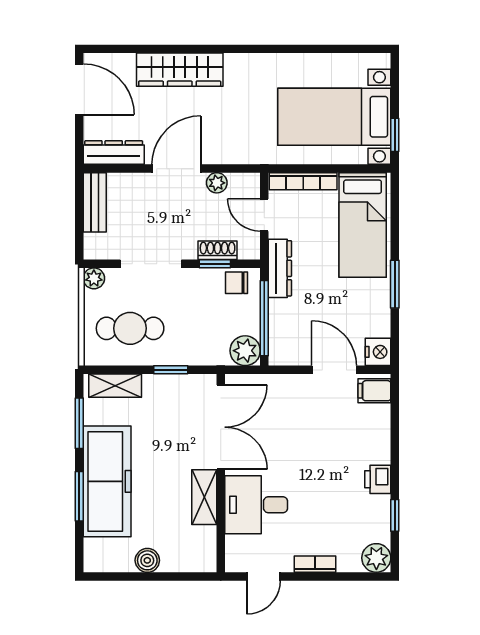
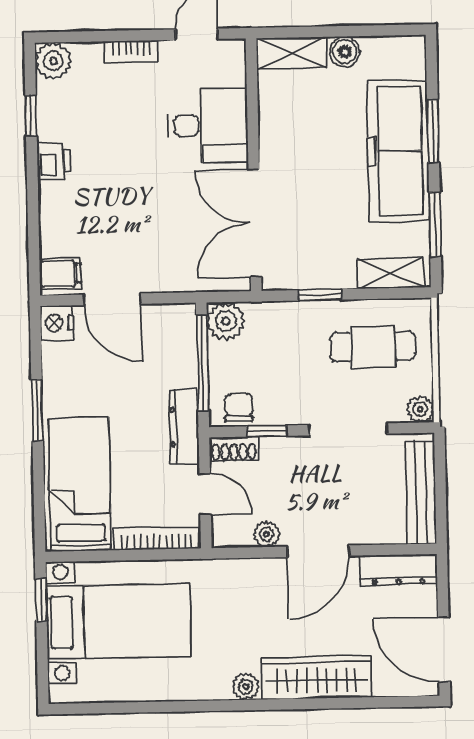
plant: (235, 63) -> (246, 687), added
bench: (95, 202) -> (421, 492), width x1.36
shoe rack: (218, 250) -> (234, 449), moved
chair: (237, 283) -> (239, 407), turned -90
shelving: (204, 497) -> (292, 53), moved, turned 90

